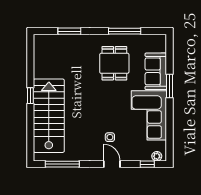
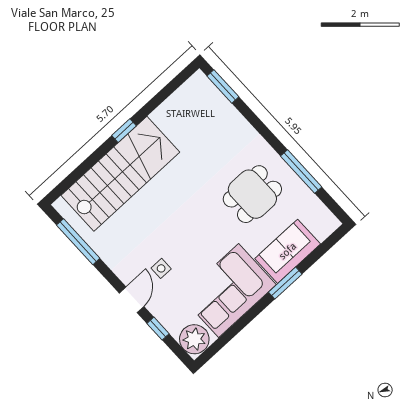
window: (69, 31) -> (223, 86), moved
plant: (157, 156) -> (194, 339), width x1.88, depth x1.88
window: (147, 164) -> (158, 329), moved

